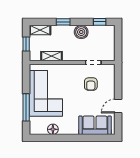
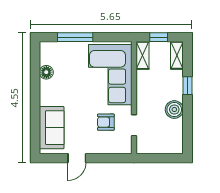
window: (100, 22) -> (188, 134), removed
shelving: (51, 56) -> (143, 55), moved
corner sofa: (46, 93) -> (110, 75), moved, turned 90
door: (118, 106) -> (77, 158), swing flipped

